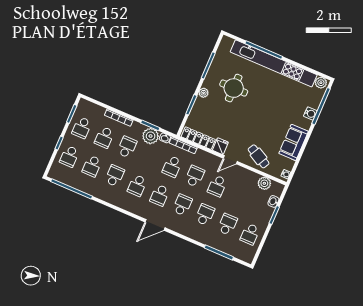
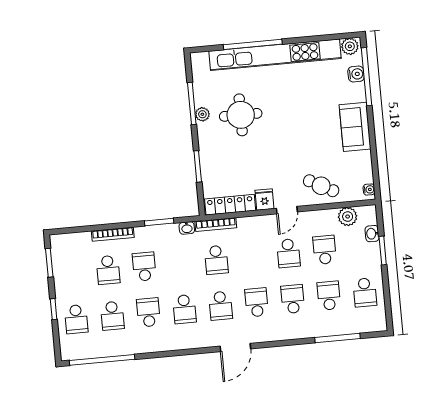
plant: (204, 93) -> (202, 114), moved
water cooler: (310, 113) -> (356, 74), moved
school desk: (82, 128) -> (72, 273), removed
plant: (151, 136) -> (167, 236), removed
sofa: (294, 142) -> (355, 127), moved
school desk: (195, 176) -> (324, 250), moved

